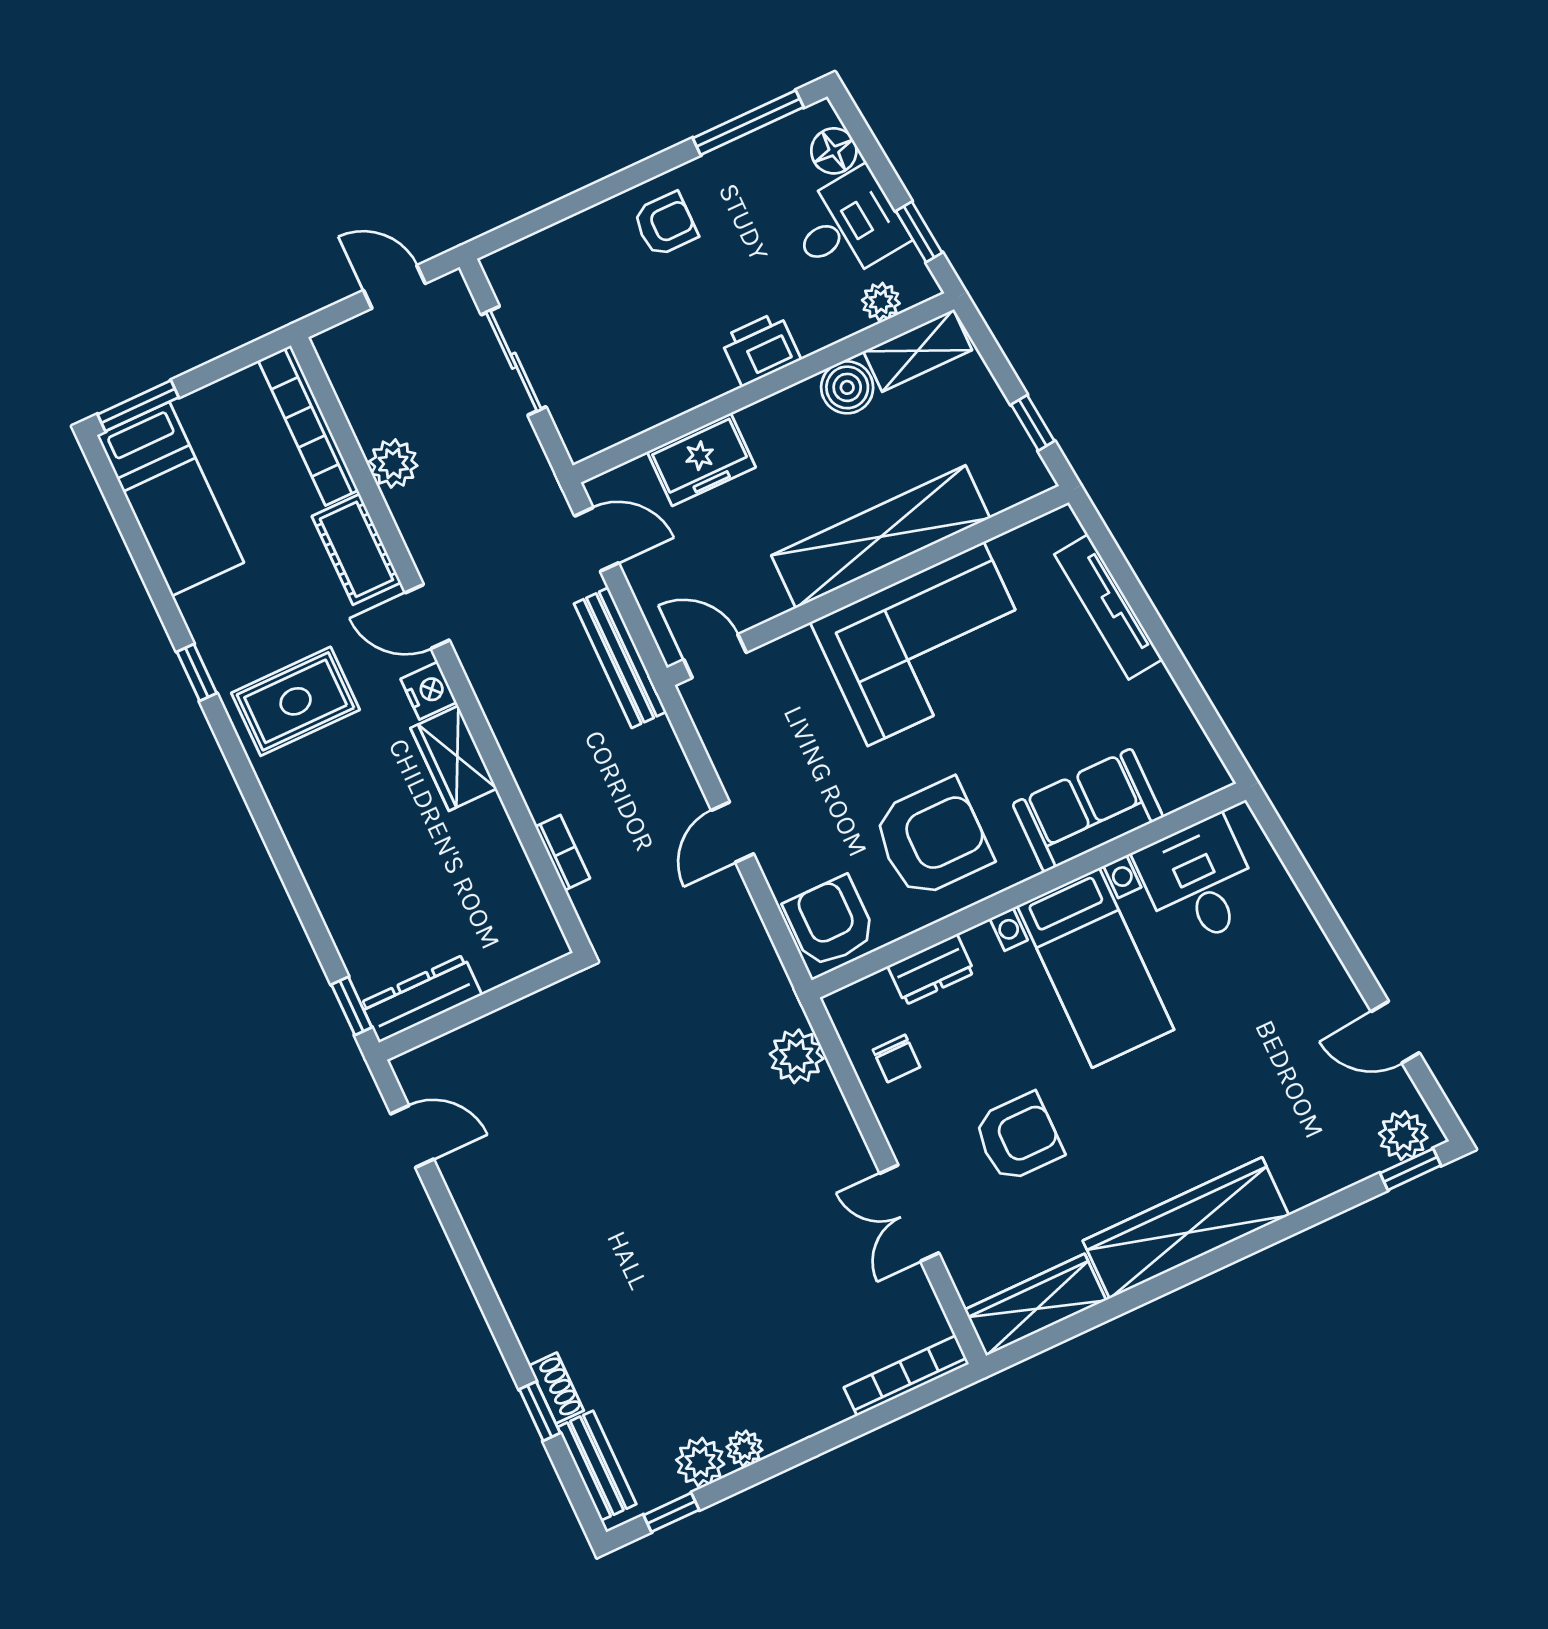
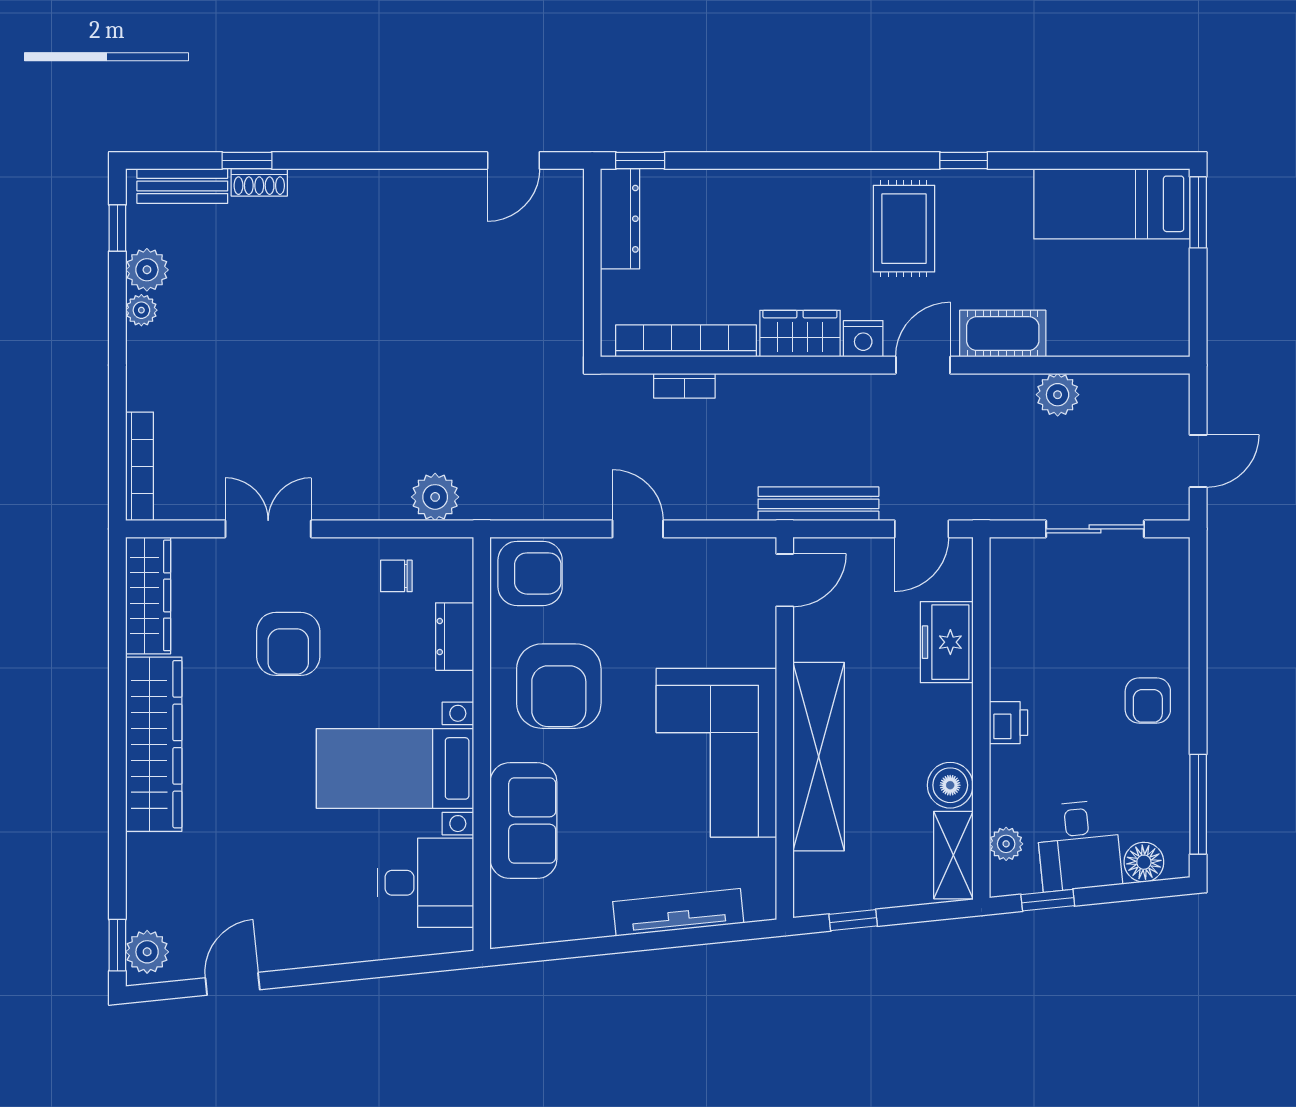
printer: (760, 349) -> (1009, 723), width x0.73, depth x0.81
bookcase: (308, 425) -> (686, 341), moved

